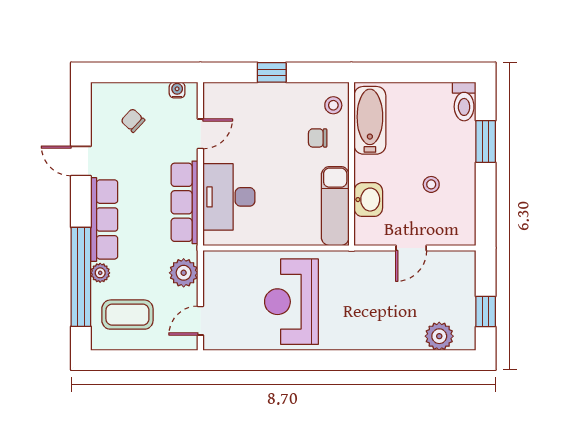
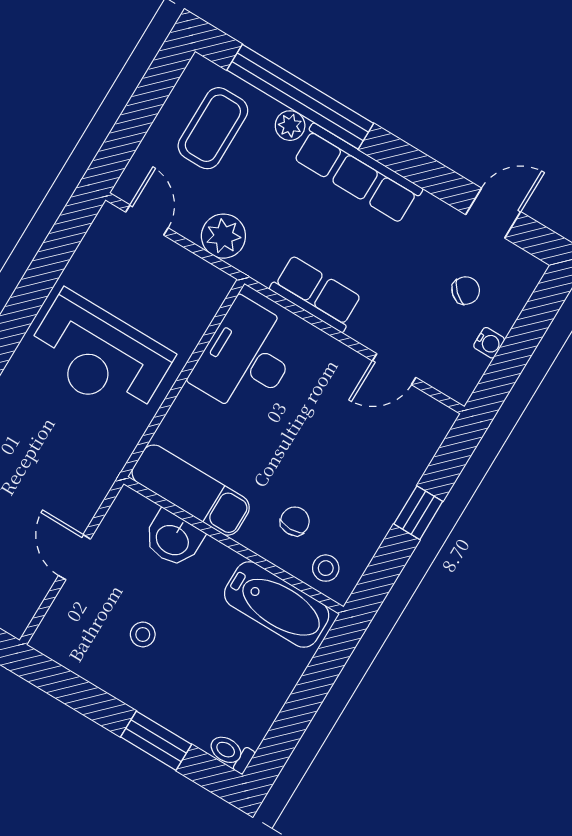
water cooler: (177, 90) -> (489, 343), moved
toilet: (464, 102) -> (231, 753), width x0.73, depth x0.72
door: (200, 134) -> (394, 369), hinge flipped
door: (81, 161) -> (493, 213), moved
desk: (229, 197) -> (246, 358), moved, turned -90
row of seats: (185, 202) -> (316, 294), width x0.68
reception desk: (291, 302) -> (99, 356), turned 180

